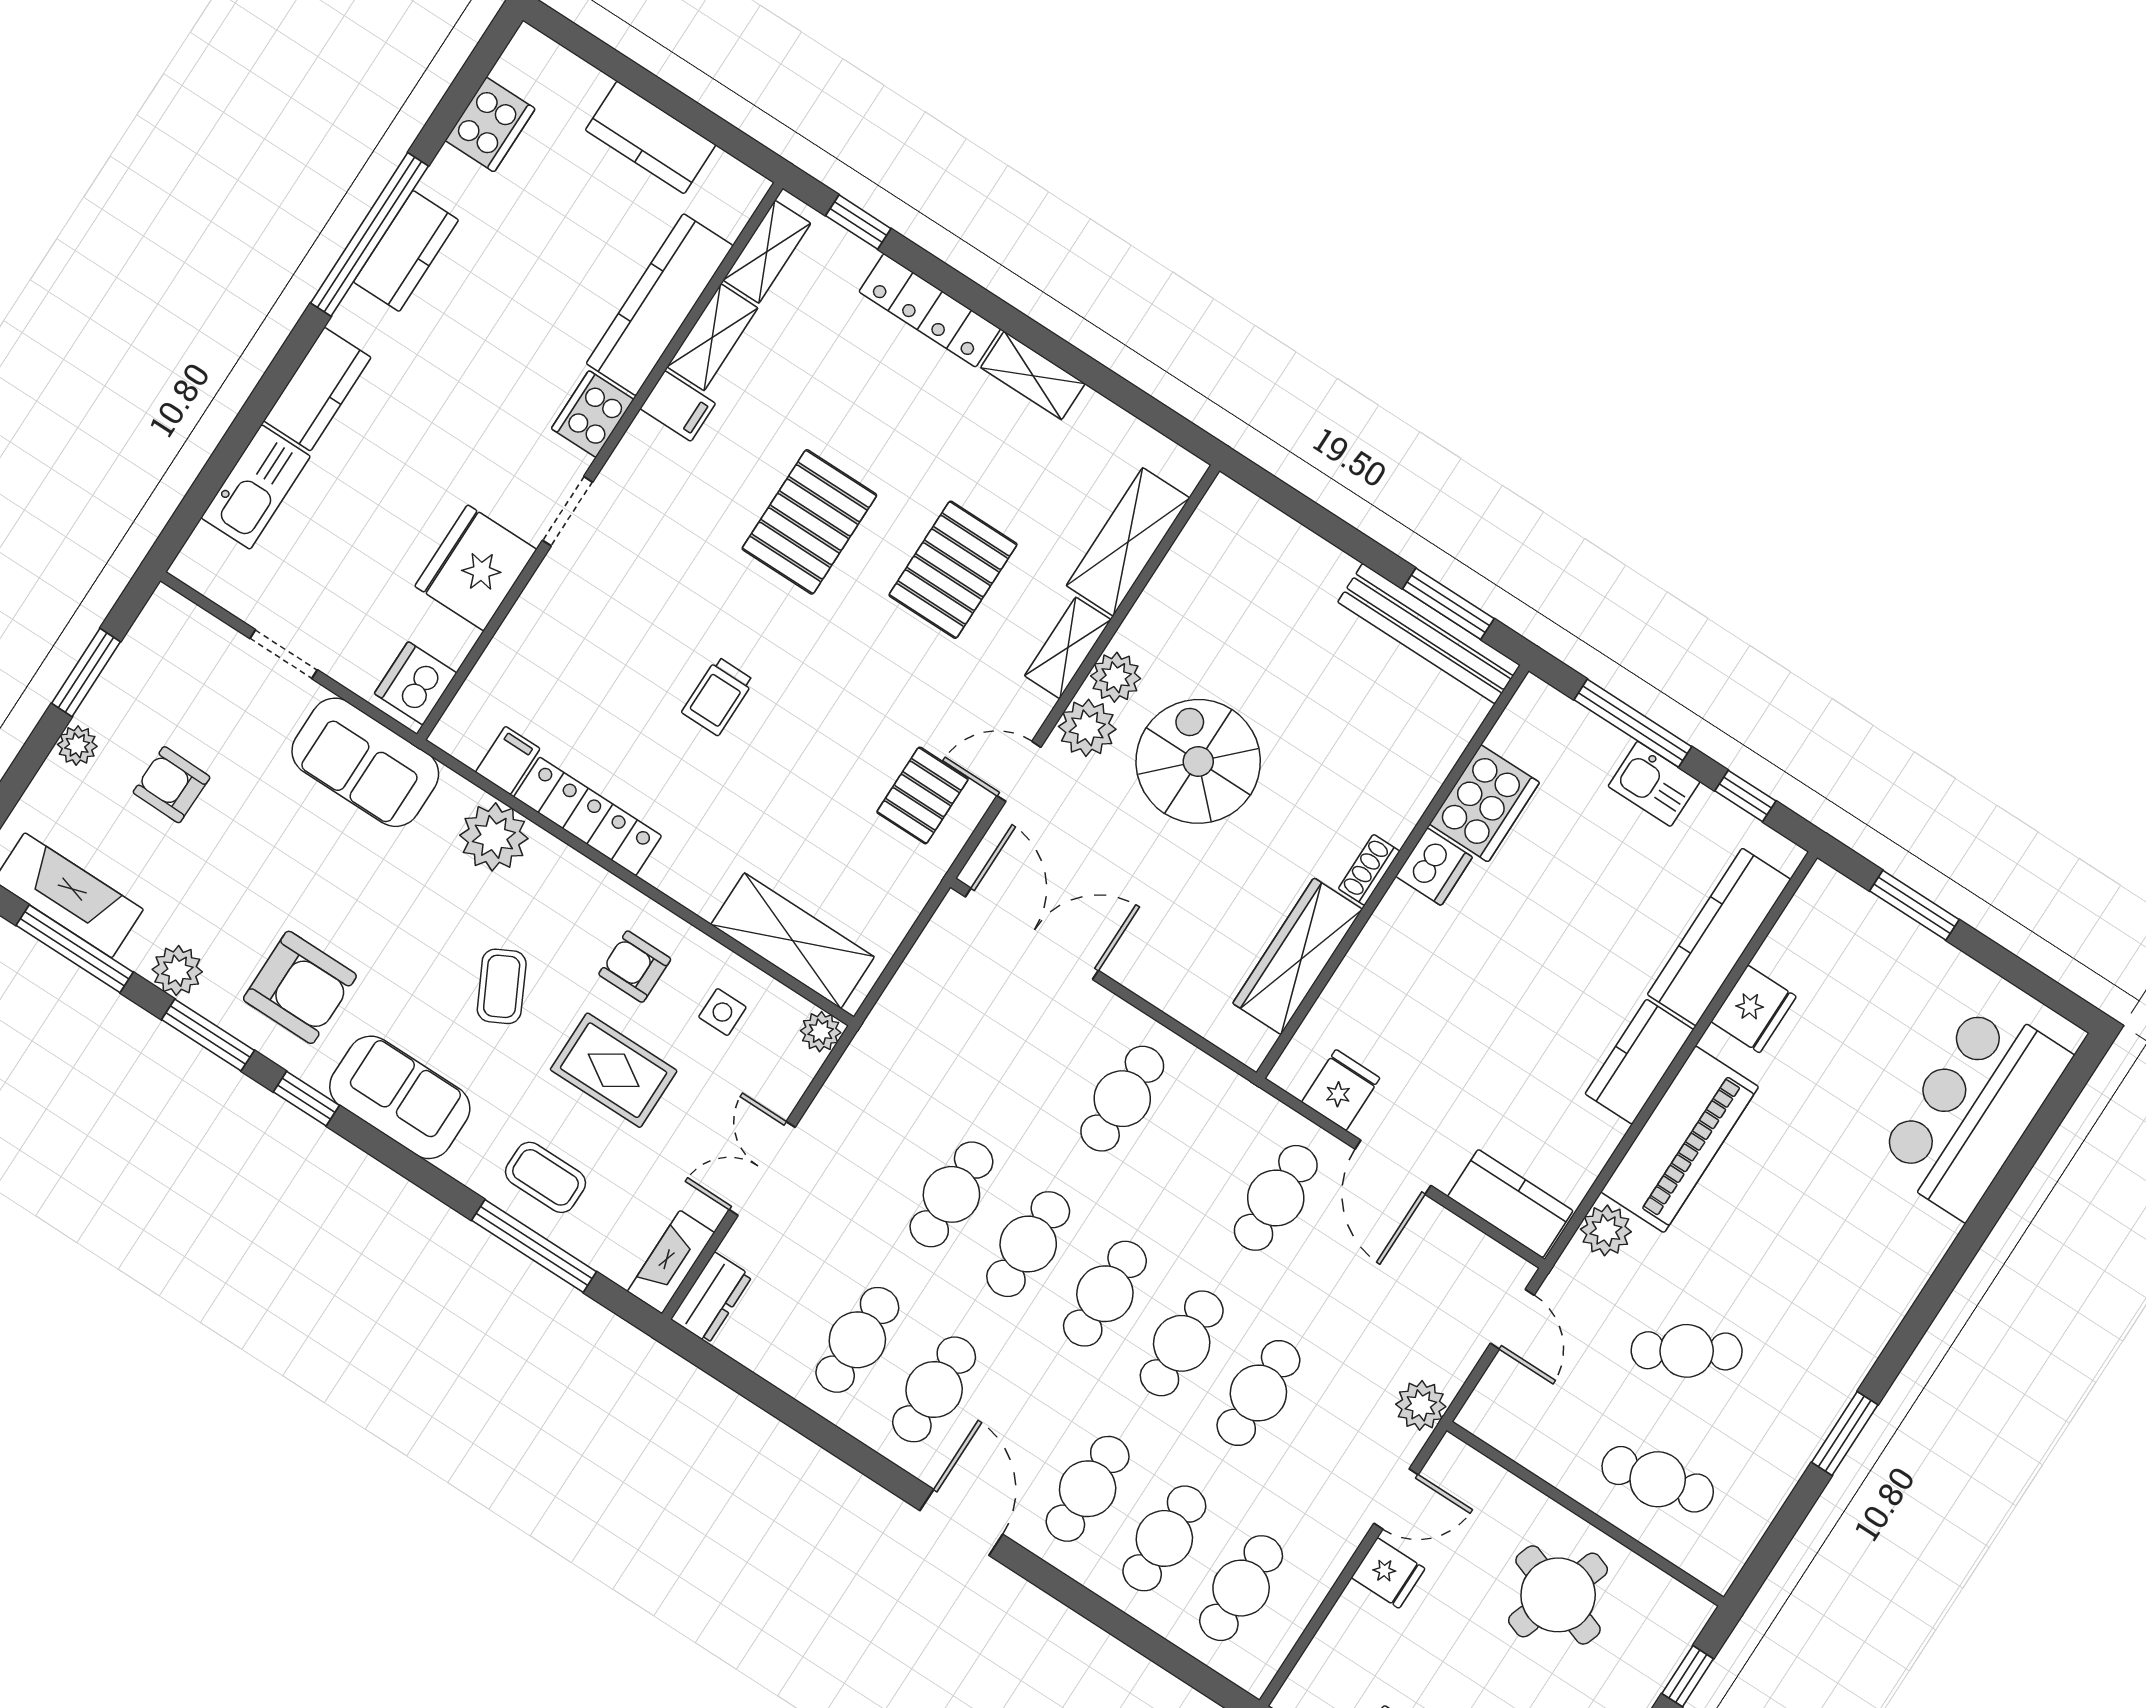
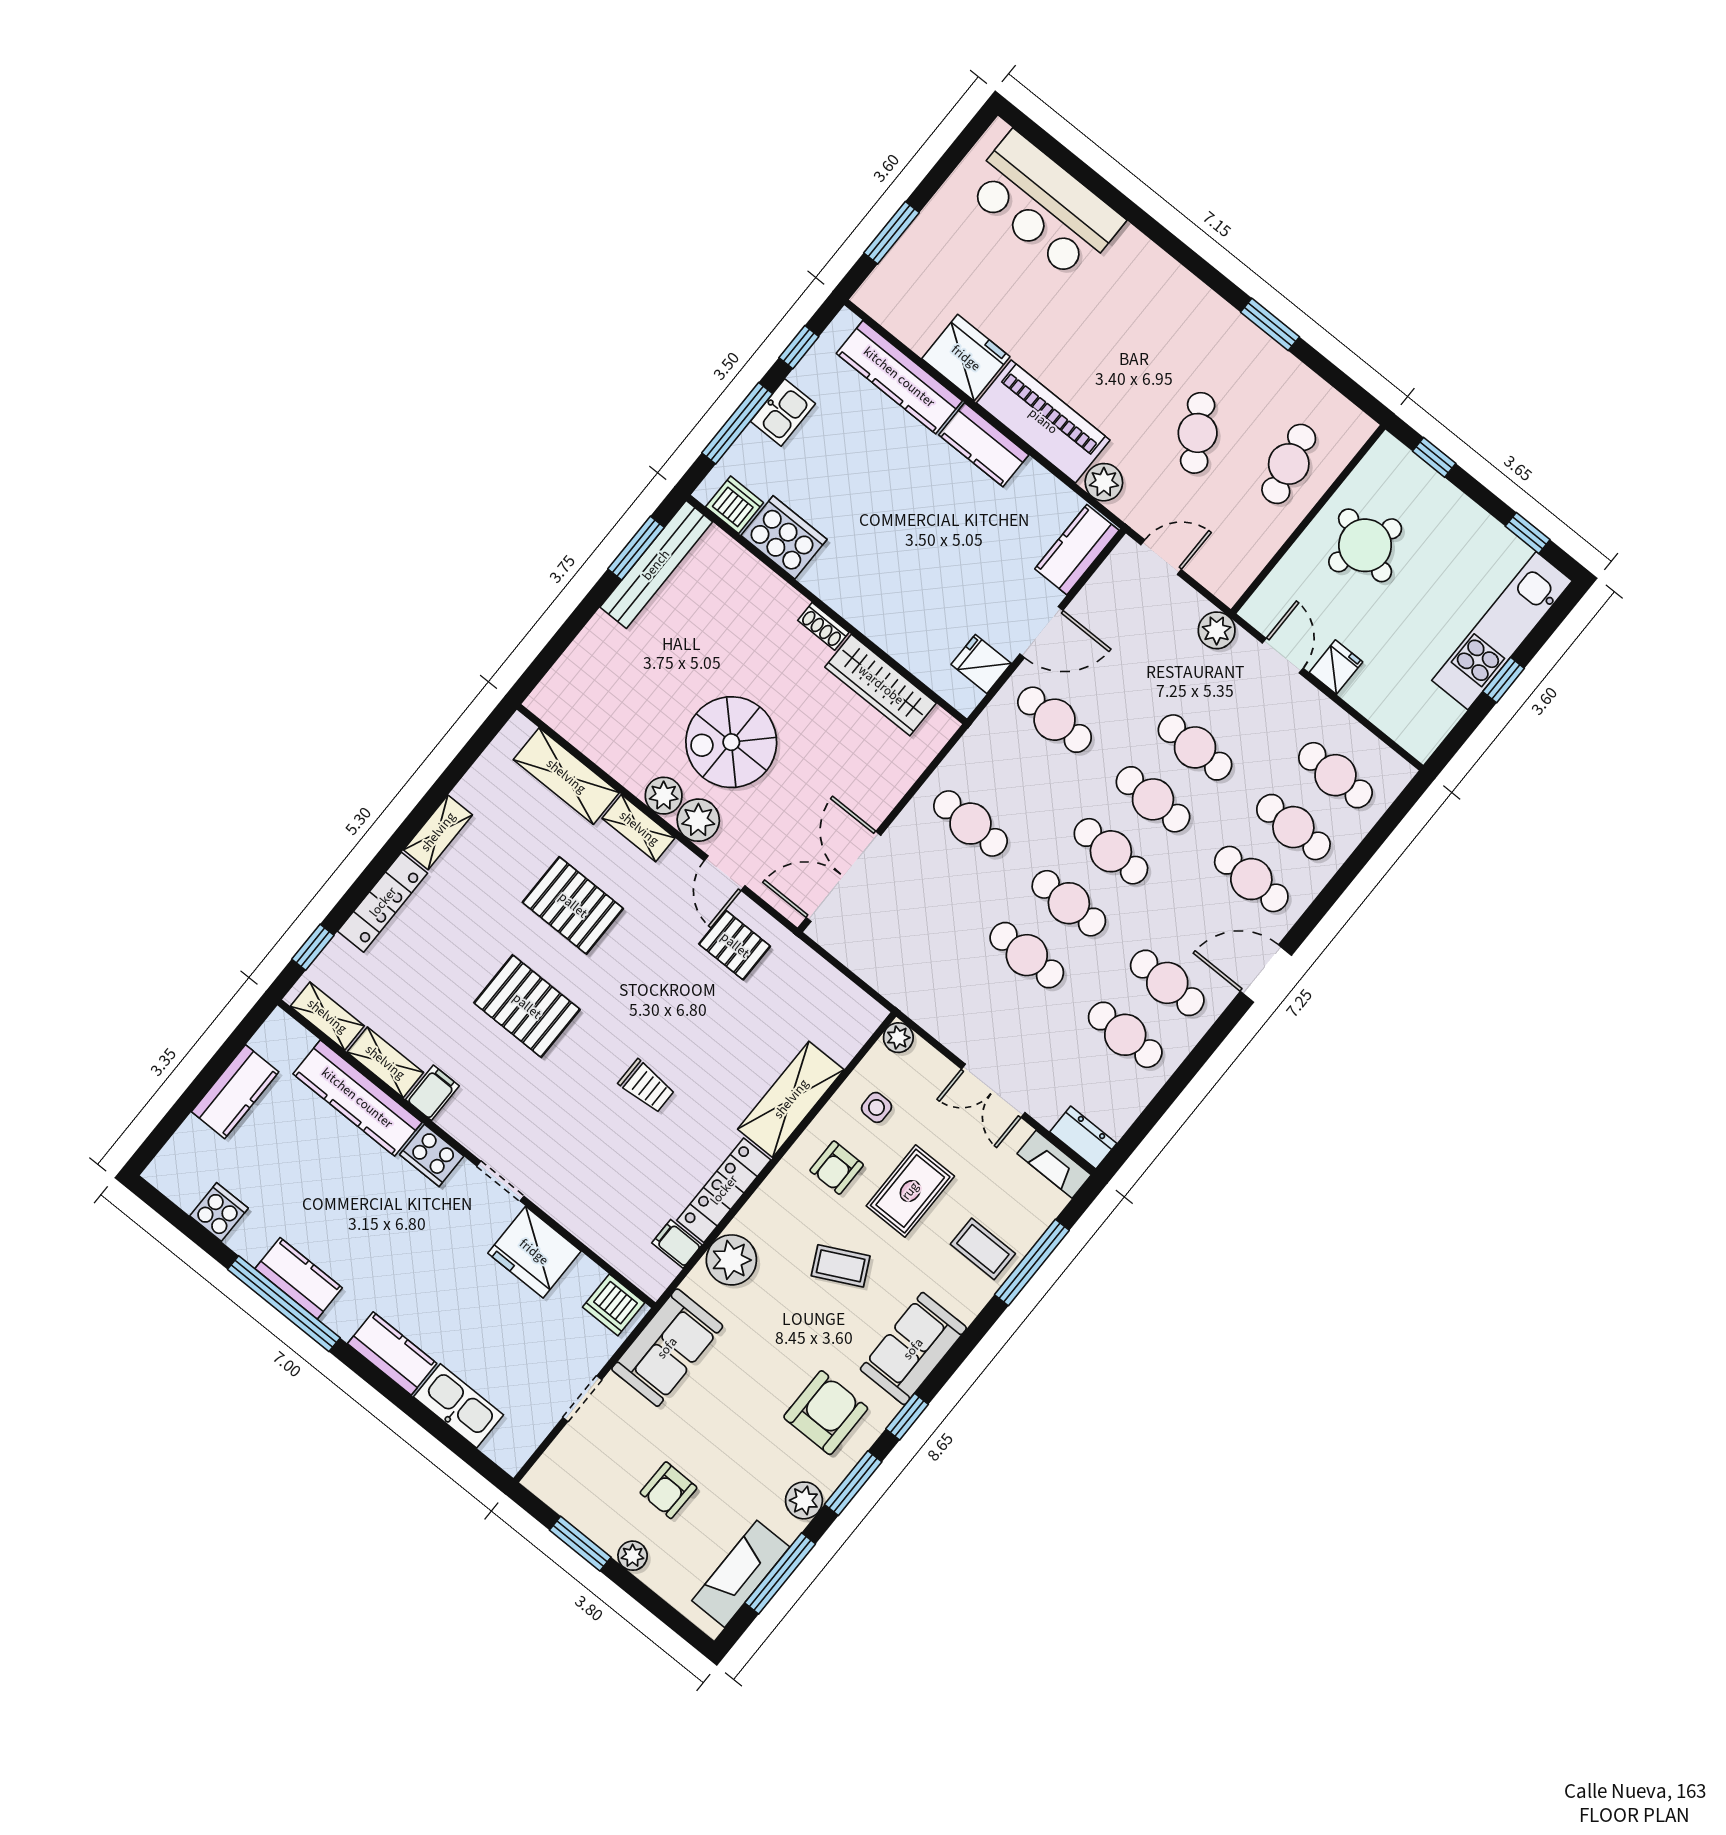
cooker: (490, 125) -> (219, 1212), width x0.73
dishwasher: (1434, 867) -> (735, 505), moved
shelving: (793, 941) -> (791, 1099), moved
fridge: (1754, 1009) -> (966, 358), width x1.36, depth x1.34
coffee table: (546, 1177) -> (983, 1249), turned 90

